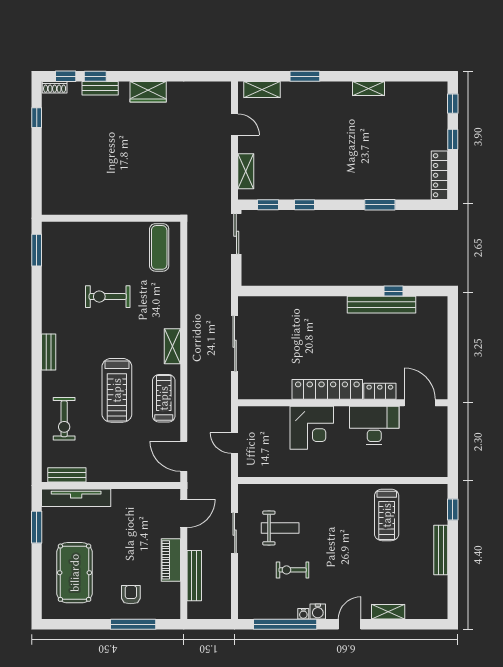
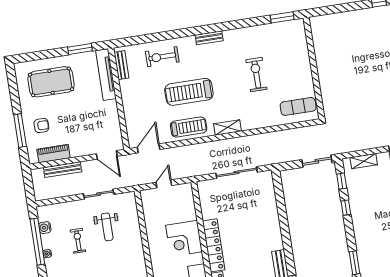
piano: (171, 560) -> (54, 154), moved
water cooler: (318, 611) -> (45, 228), moved

